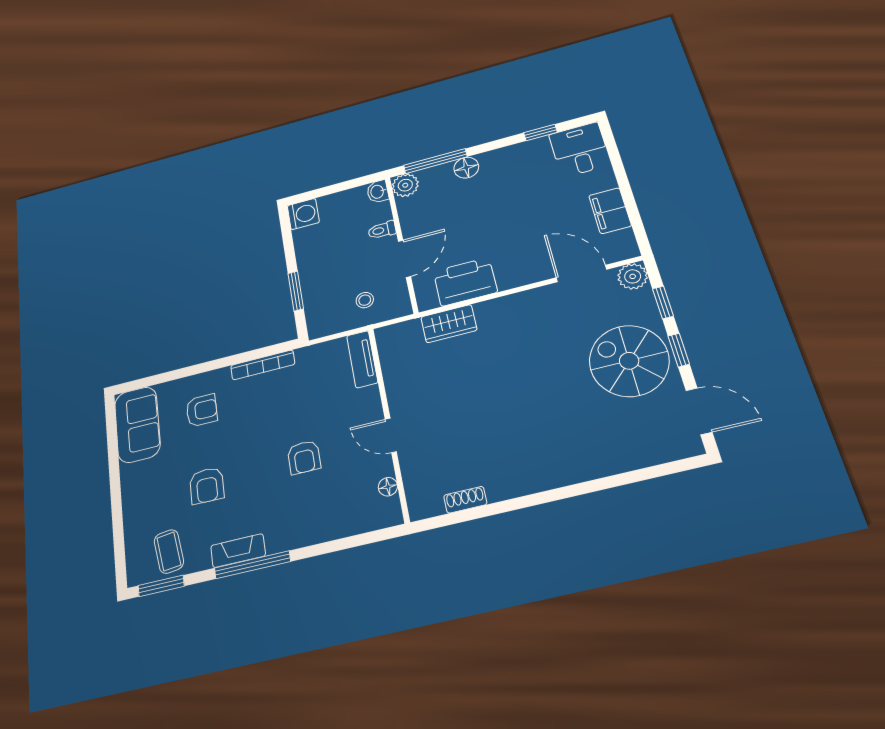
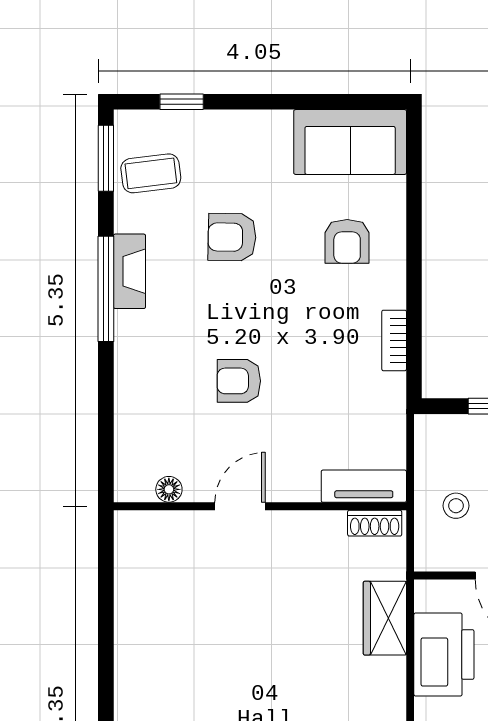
bookcase: (263, 365) -> (394, 340), width x0.64
shoe rack: (465, 500) -> (375, 523), moved, turned 90
window: (119, 541) -> (182, 102), added

